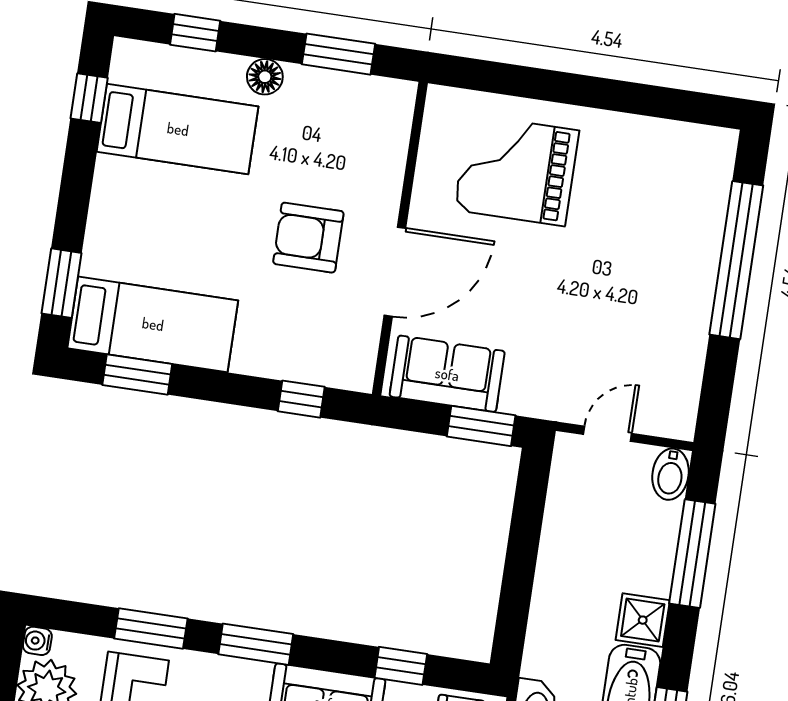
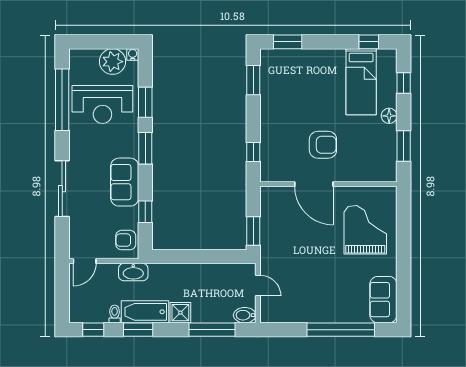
armchair: (308, 238) -> (323, 145), turned 90
bed: (153, 324) -> (276, 84), removed
sofa: (447, 374) -> (383, 300), moved, turned 180

